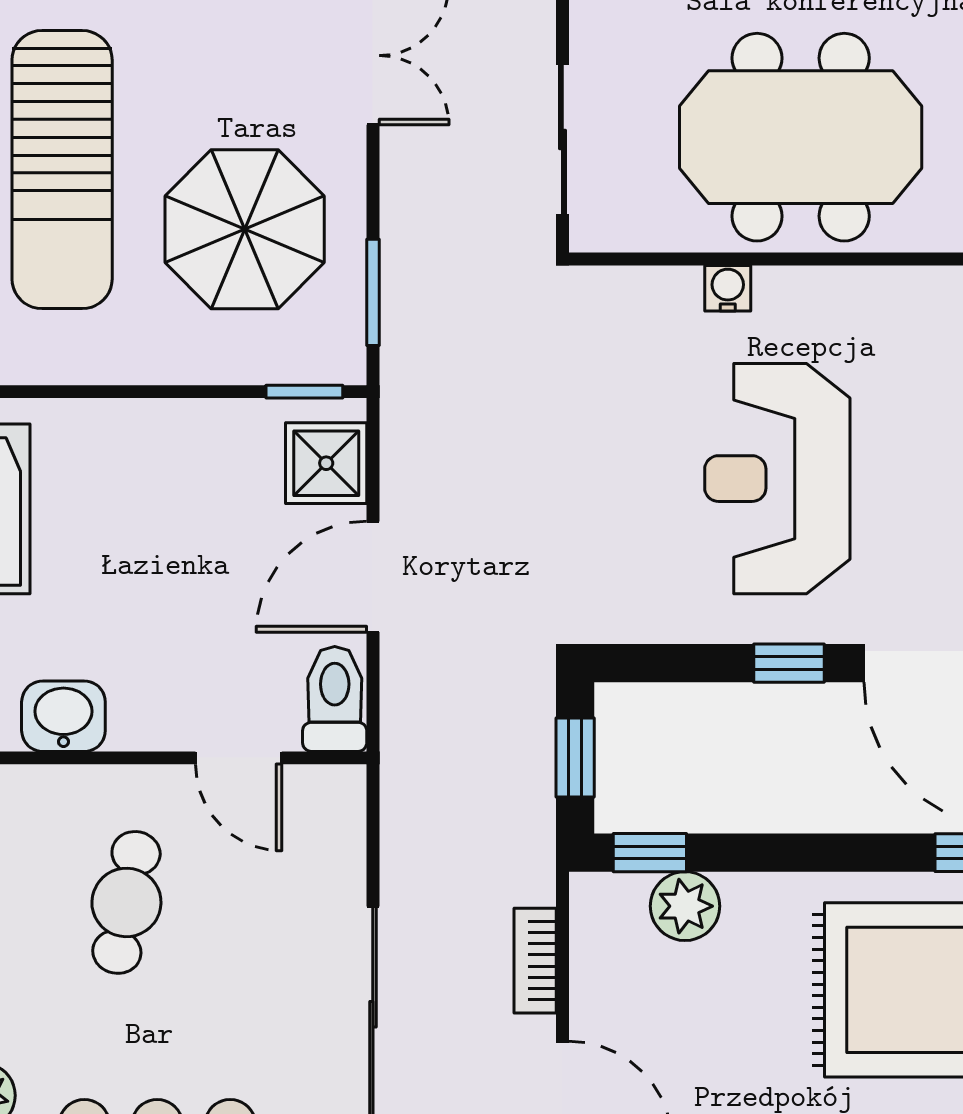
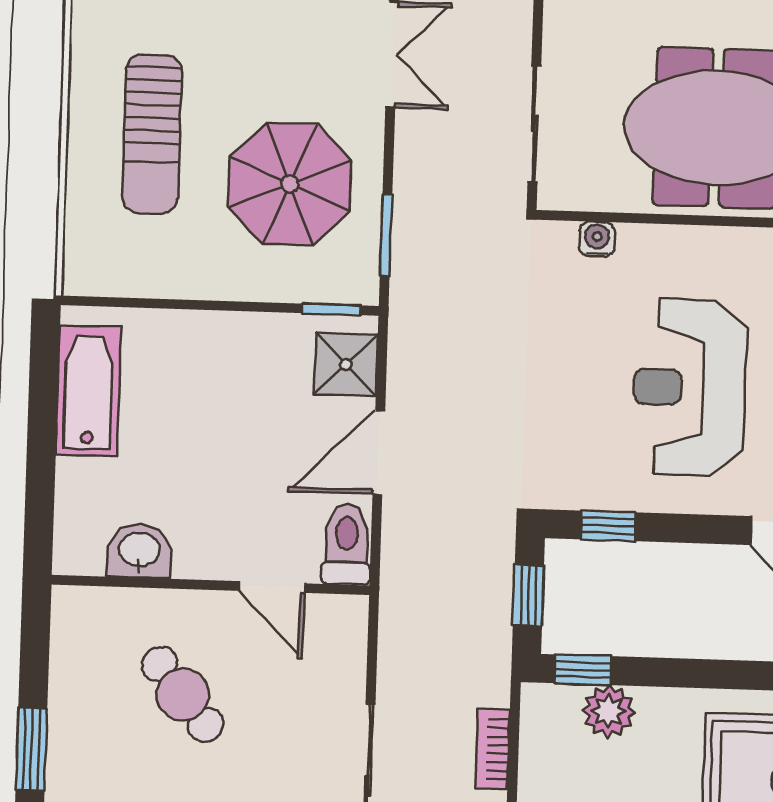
sun lounger: (62, 170) -> (152, 134), width x0.73, depth x0.75
water cooler: (728, 288) -> (597, 239), moved
window: (789, 663) -> (608, 526), moved
cafe table: (126, 902) -> (182, 694), turned -50

